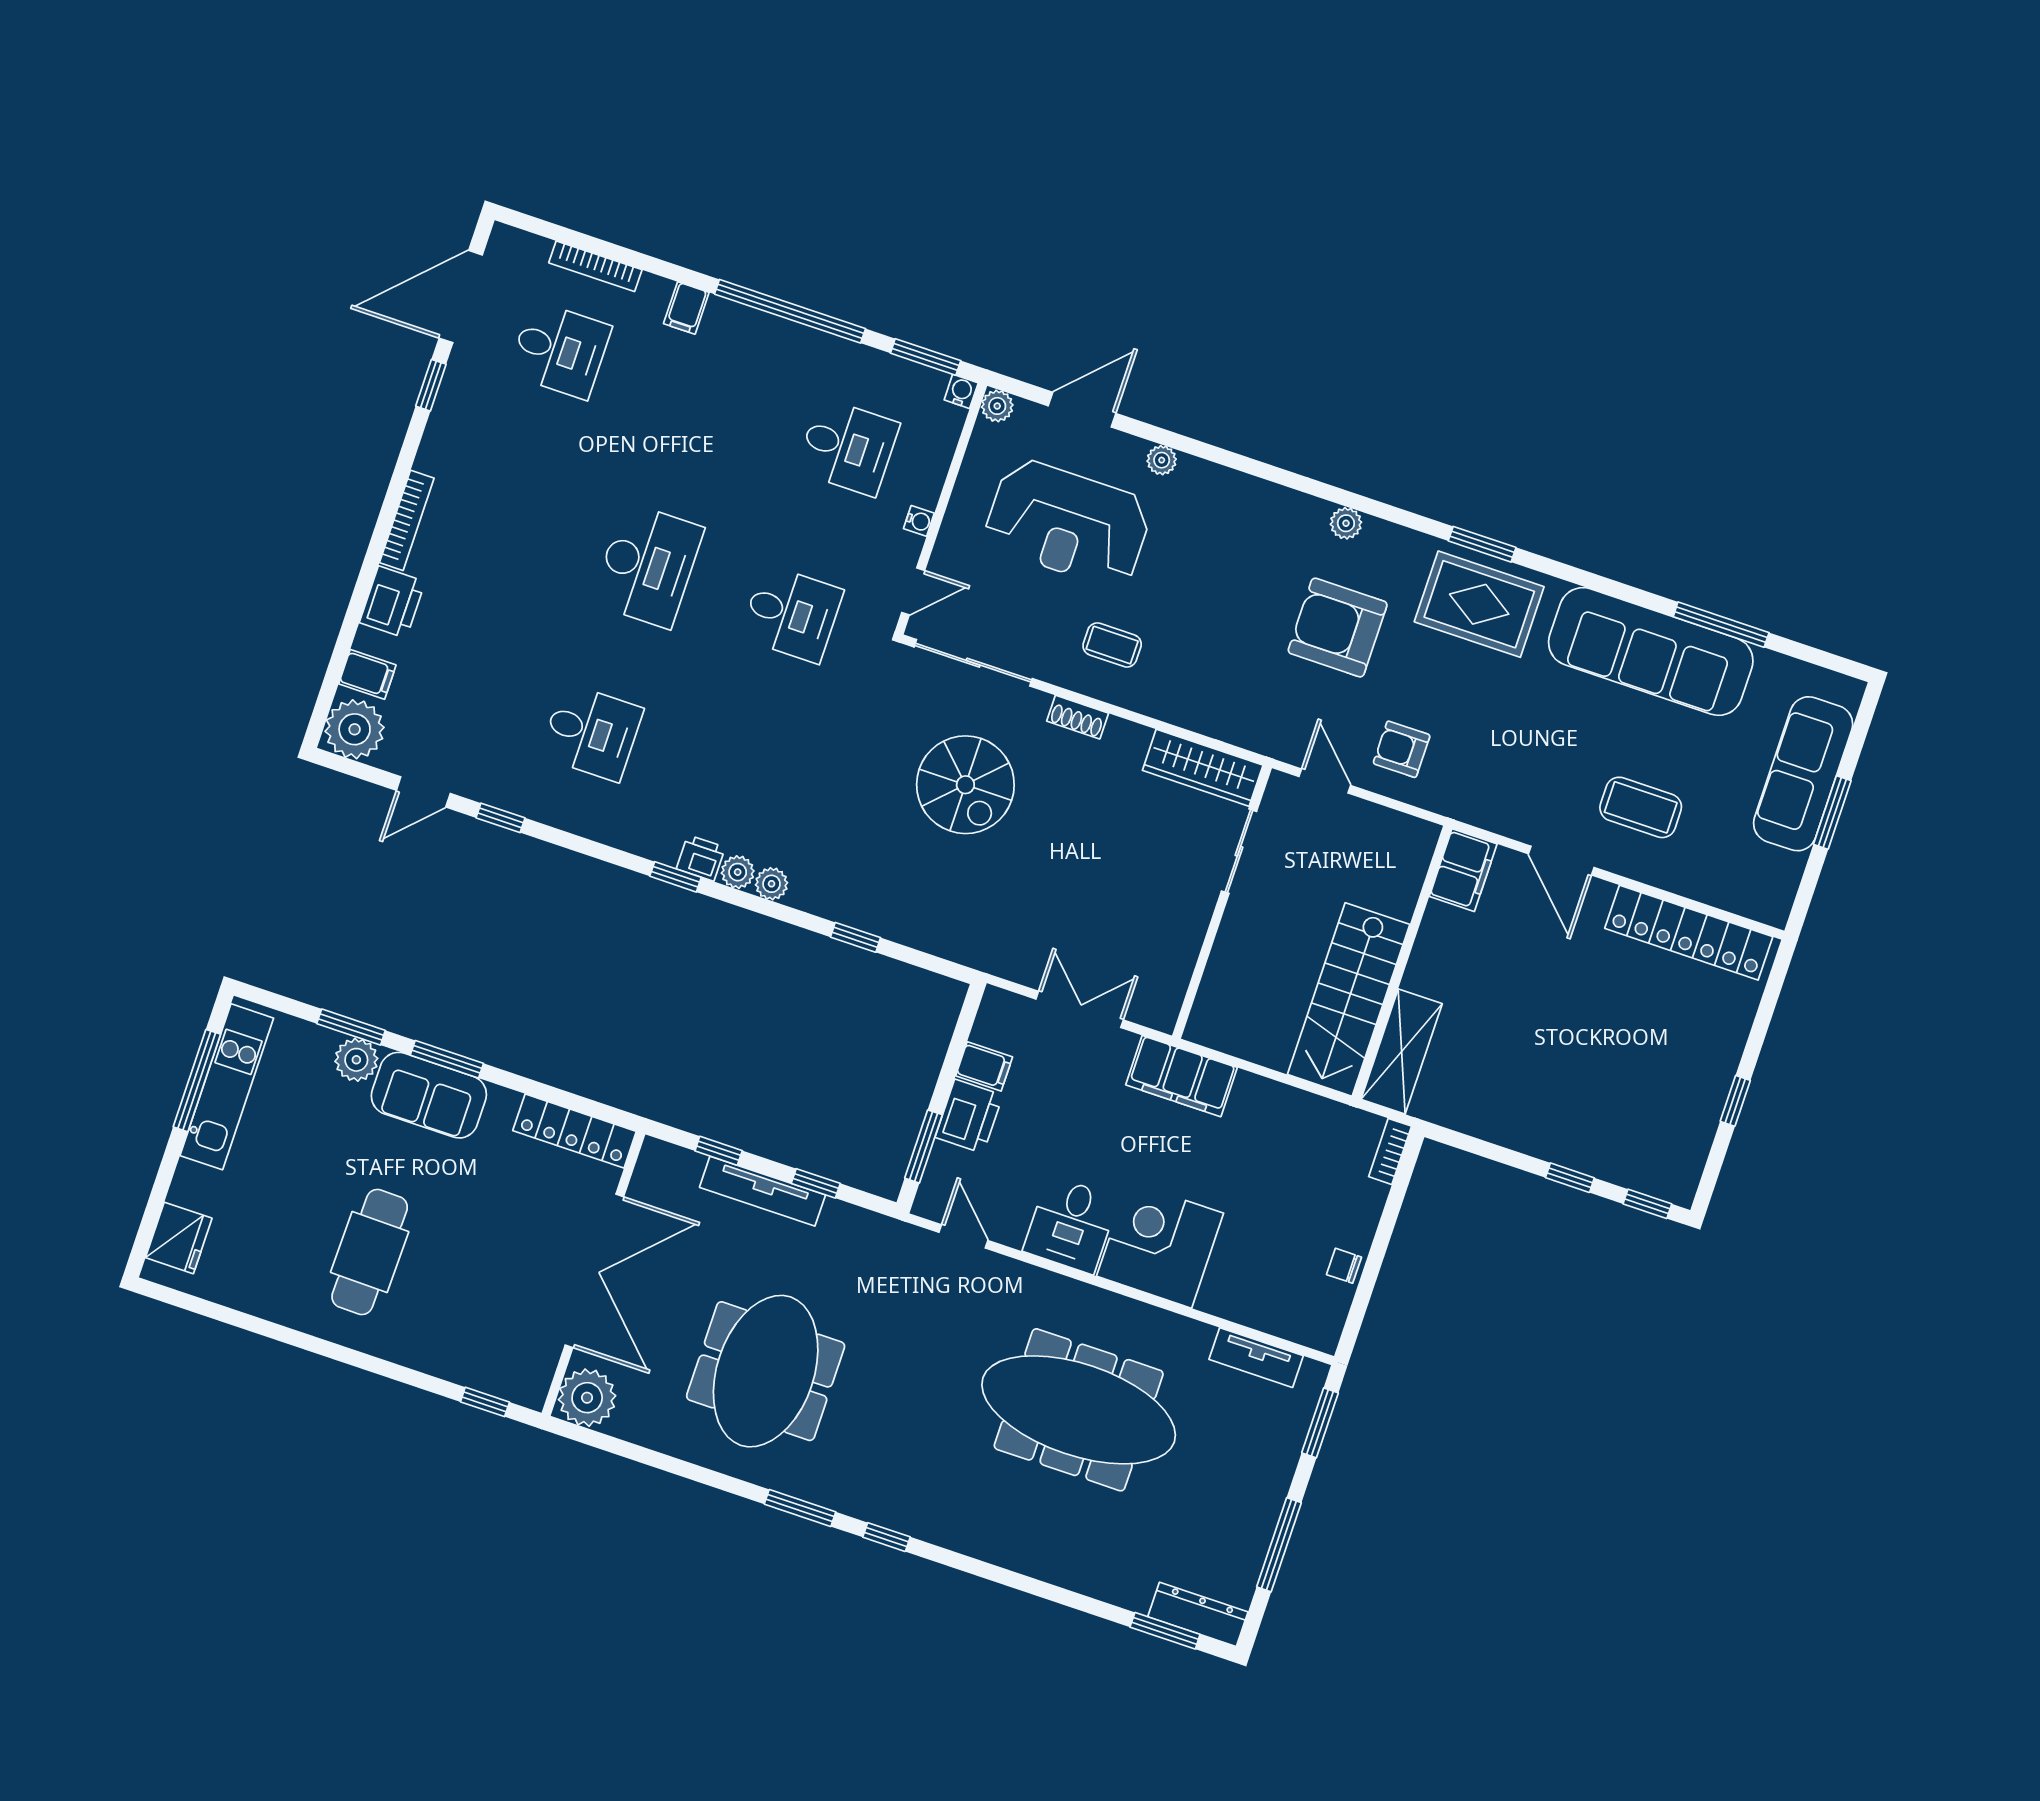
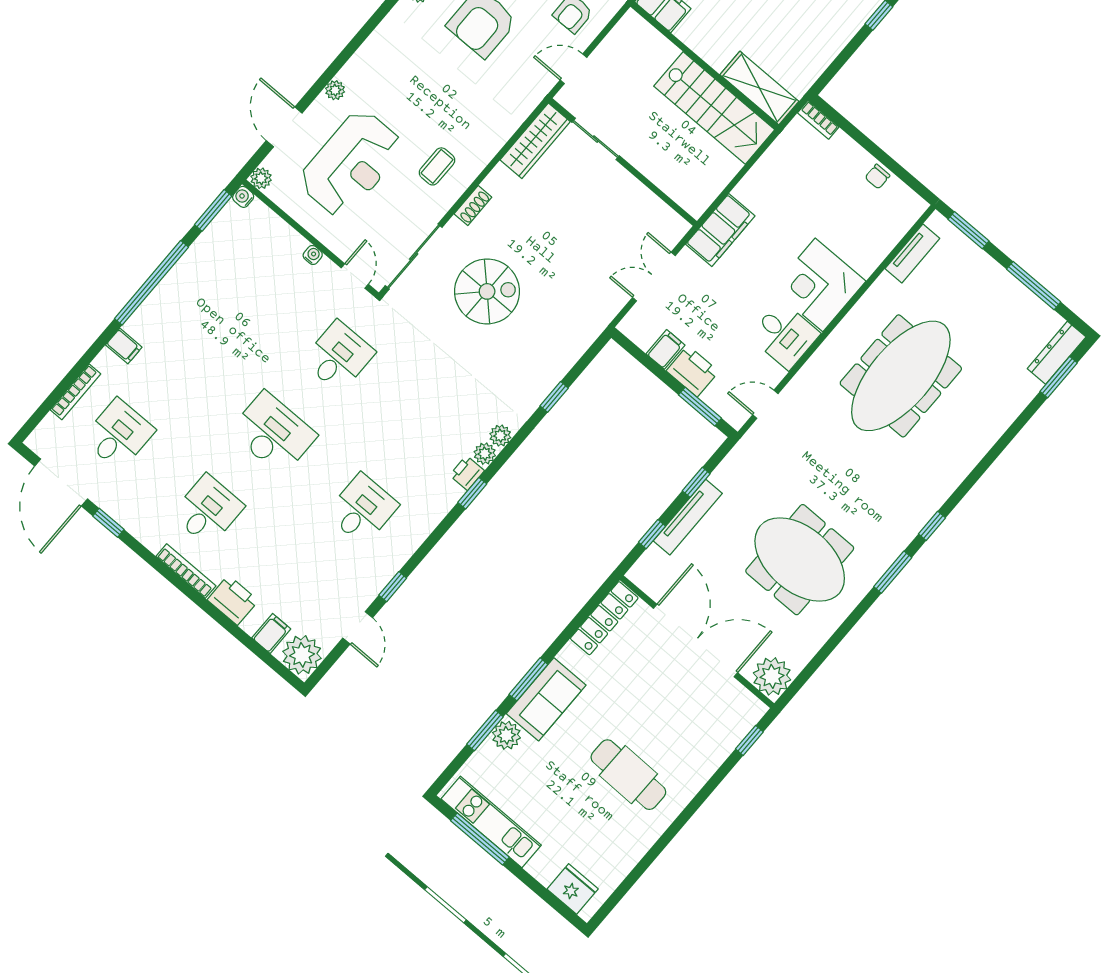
desk: (848, 447) -> (208, 510), moved

